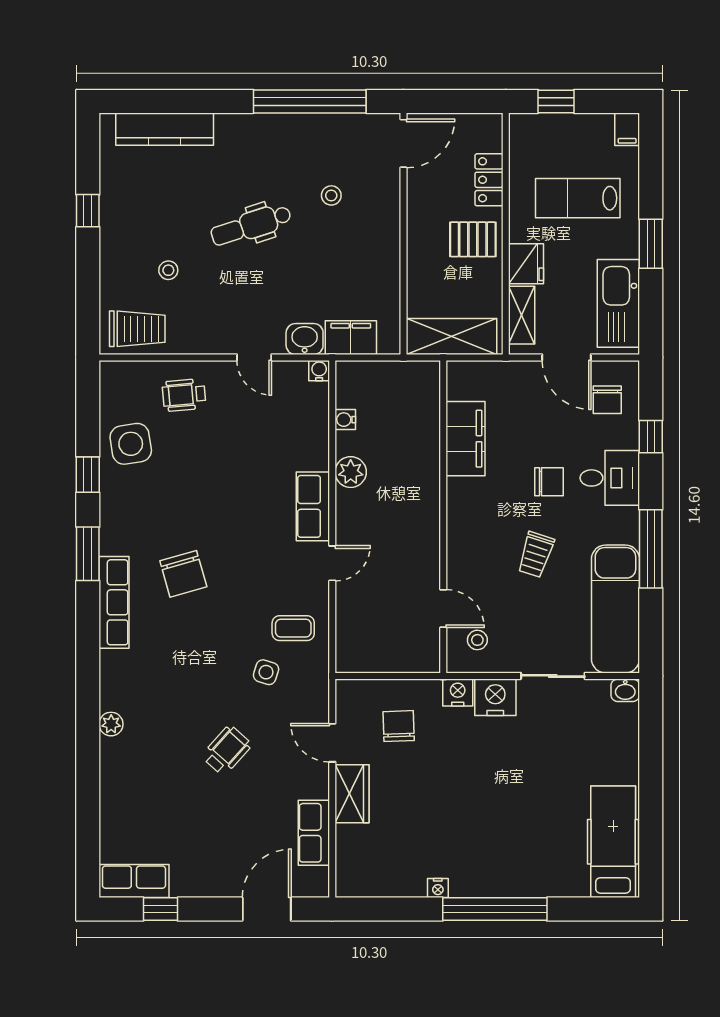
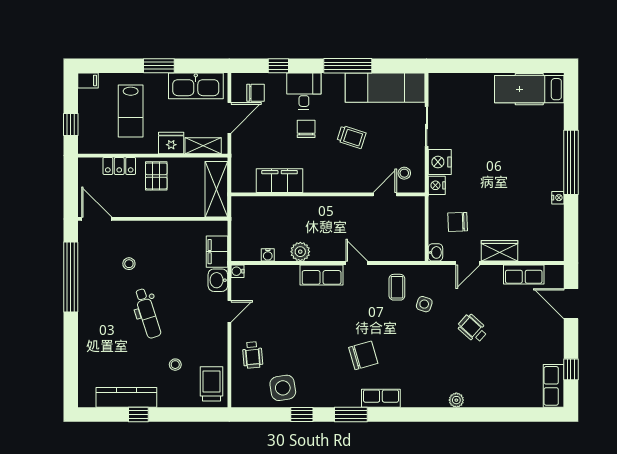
kitchen counter: (165, 129) -> (126, 397), moved, turned -90
row of seats: (114, 602) -> (381, 398), width x0.68
washbasin: (625, 690) -> (435, 252), moved

